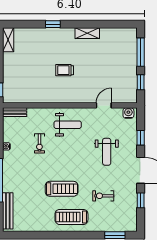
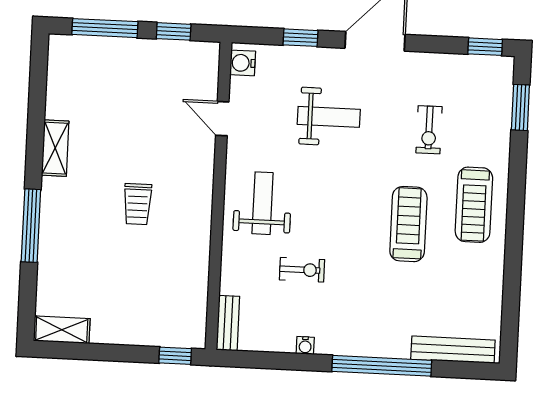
window: (53, 24) -> (31, 226), width x2.17
window: (141, 200) -> (485, 47), moved

